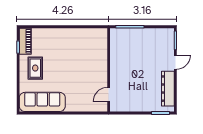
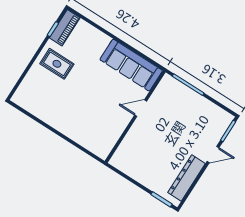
rug: (35, 68) -> (57, 64), turned 90
door: (109, 95) -> (141, 108), moved
sofa: (42, 102) -> (131, 65), moved, turned 180

